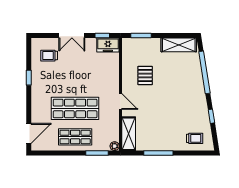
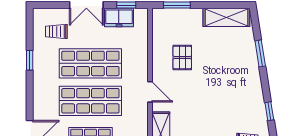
freezer: (108, 45) -> (119, 18), moved
window: (204, 72) -> (260, 53), width x0.47
shop shelf: (75, 80) -> (90, 63), added

